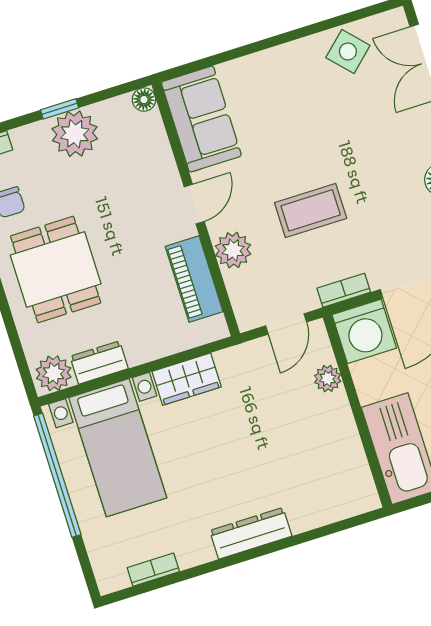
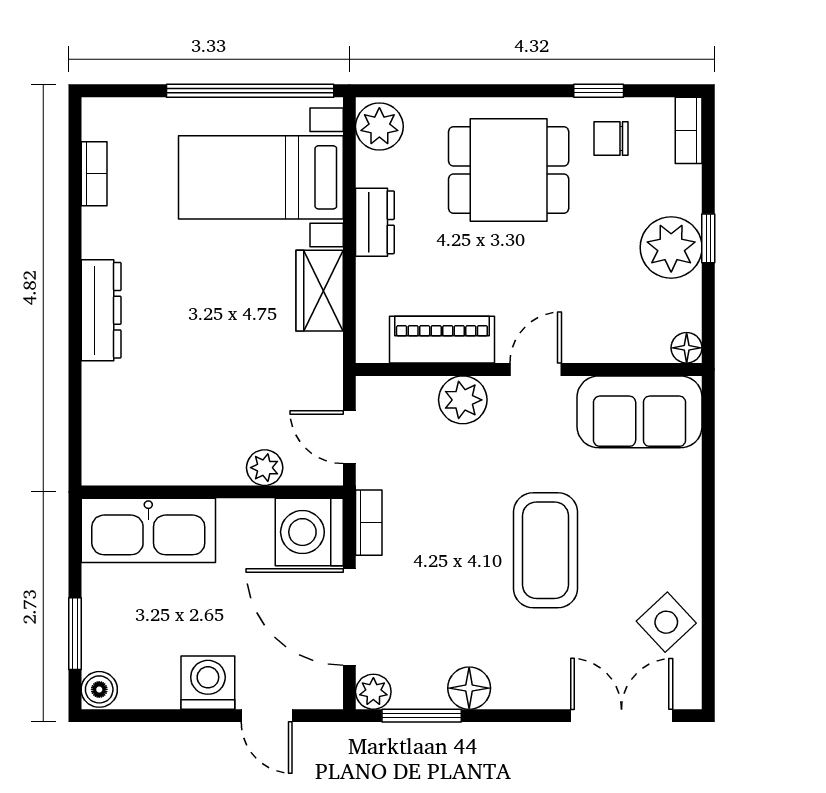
door: (194, 204) -> (536, 369), swing flipped
coffee table: (311, 210) -> (545, 550), moved, width x1.36, depth x1.32
dresser: (99, 362) -> (375, 222), moved

